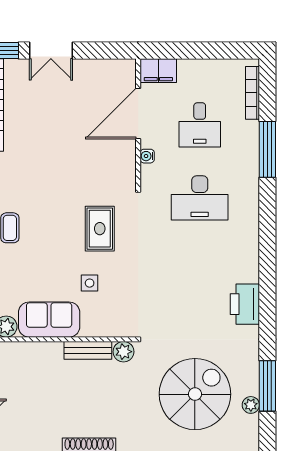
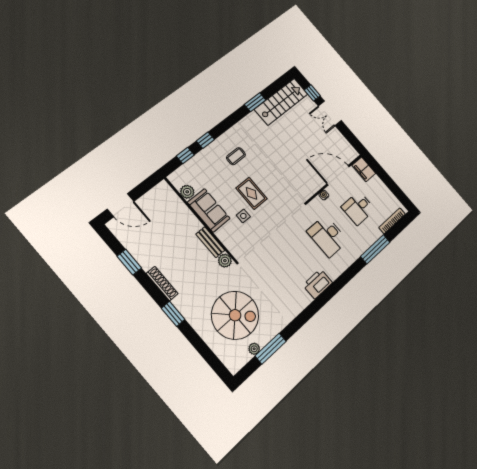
rug: (100, 229) -> (252, 193), moved, turned 90
printer: (245, 304) -> (318, 284), moved

